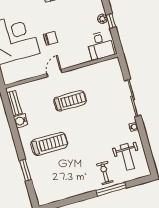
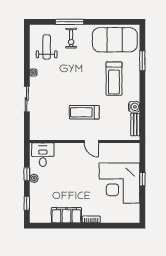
chair: (51, 38) -> (86, 174), removed
door: (54, 73) -> (91, 141), hinge flipped
sliding door: (133, 98) -> (27, 99), width x0.73
treadmill: (49, 144) -> (114, 79), turned -90
exercise mat: (60, 184) -> (115, 40), added

